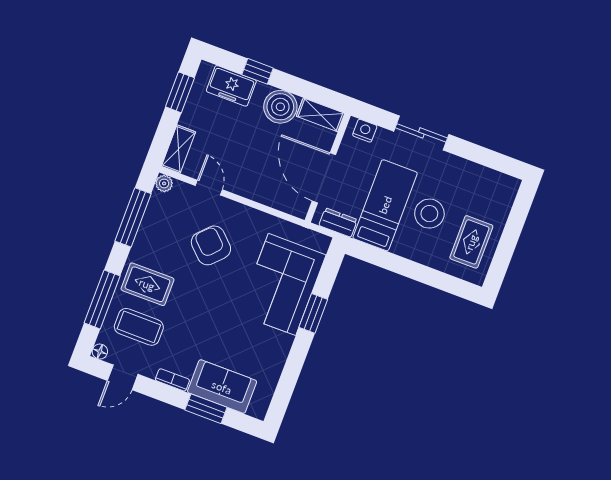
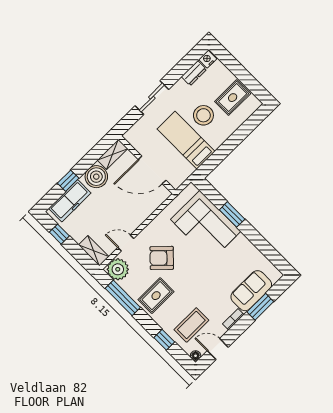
freezer: (231, 86) -> (70, 201), width x1.40
window: (180, 92) -> (59, 234), width x0.67
nightstand: (365, 131) -> (208, 59), moved
plant: (164, 183) -> (118, 269), width x1.88, depth x1.88
dresser: (338, 222) -> (194, 73), moved, turned 180
rug: (471, 242) -> (233, 98), turned 90
rug: (147, 284) -> (156, 296), moved
window: (102, 299) -> (164, 340), width x0.46
door: (123, 377) -> (218, 349), swing flipped

